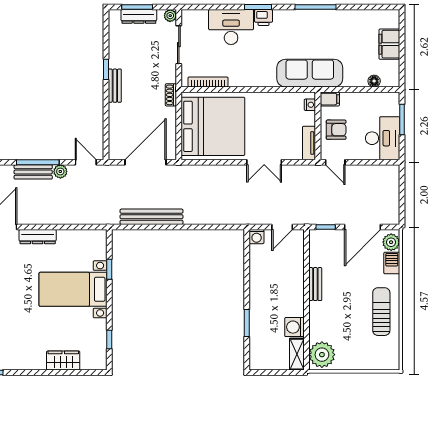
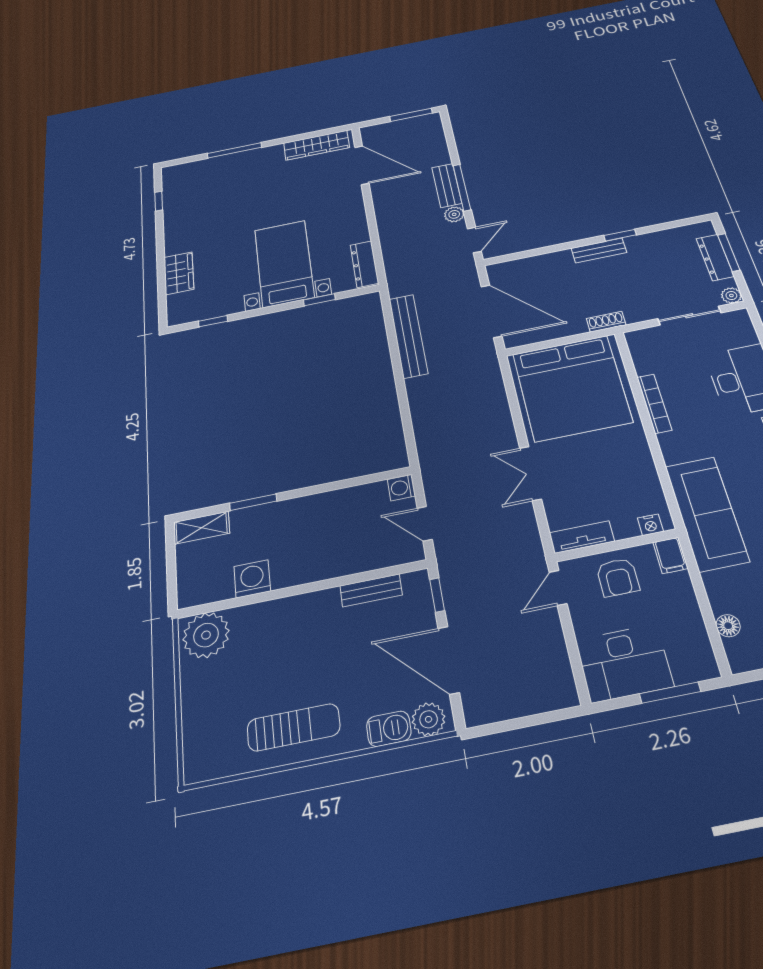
bookcase: (208, 82) -> (654, 403), moved
dresser: (38, 237) -> (364, 264), moved
bench: (315, 284) -> (371, 590), moved
shelving: (297, 354) -> (201, 528), moved

